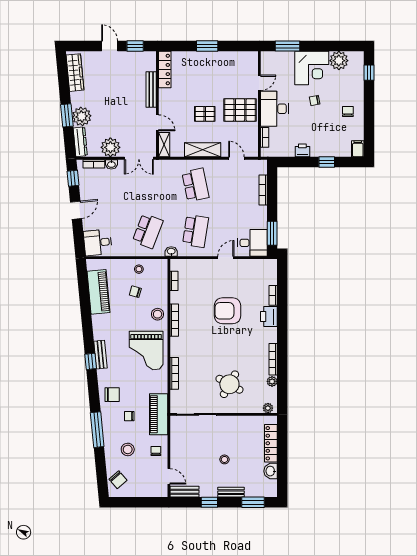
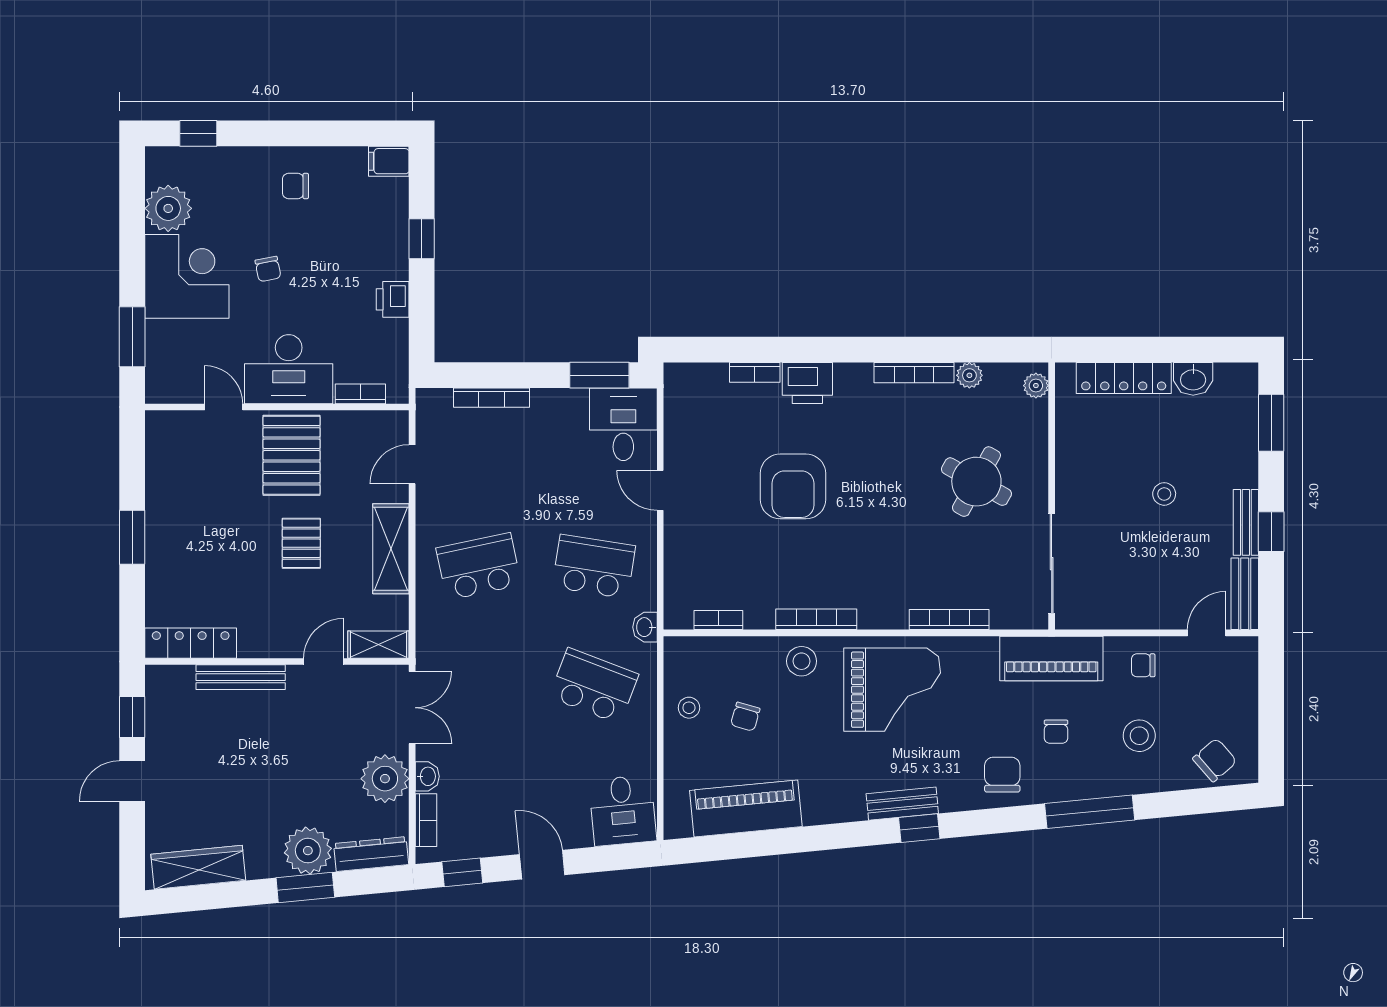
bench: (231, 492) -> (1246, 522), moved

